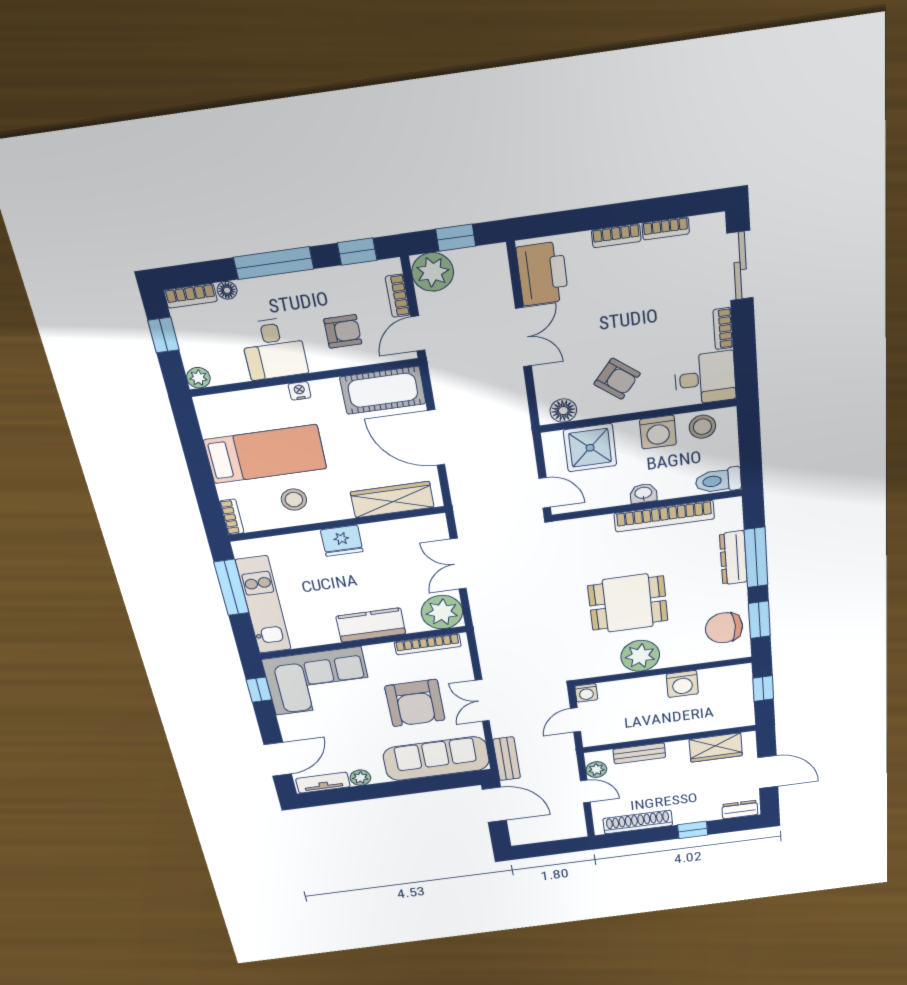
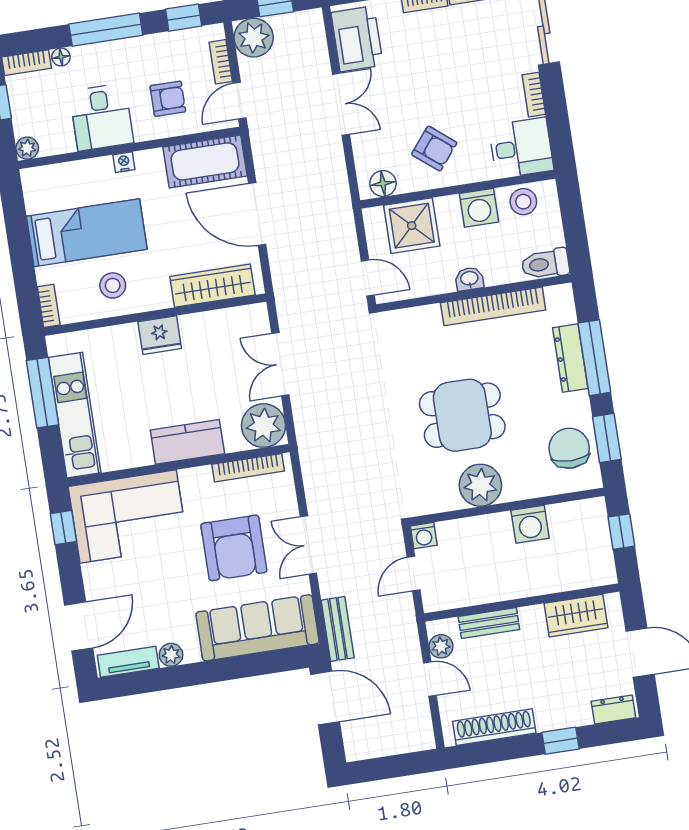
chair: (724, 628) -> (569, 448), turned 90

